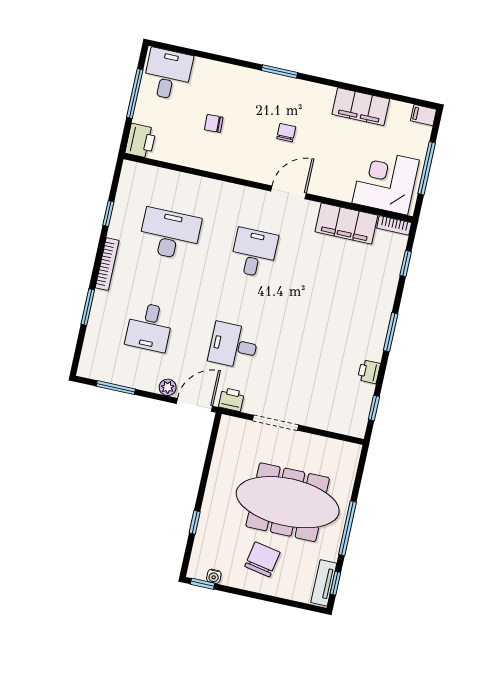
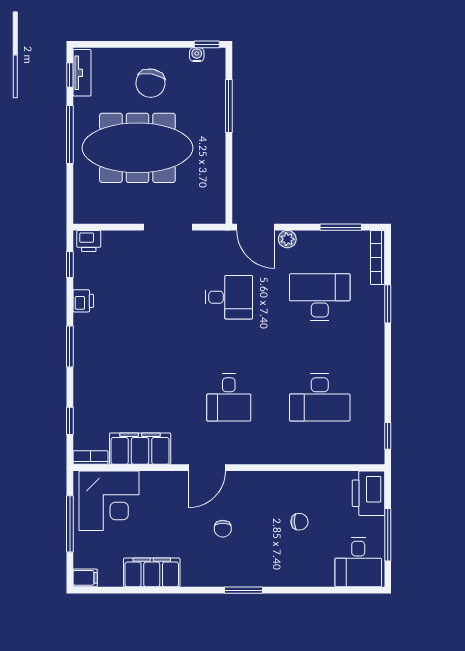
printer: (141, 141) -> (368, 493), width x1.37, depth x1.19
window: (108, 213) -> (388, 436), moved
bookcase: (107, 264) -> (378, 257), moved
desk: (149, 327) -> (320, 297), width x1.37
printer: (231, 399) -> (89, 241), moved
door: (194, 405) -> (256, 227), hinge flipped
window: (195, 522) -> (229, 106), width x2.17

